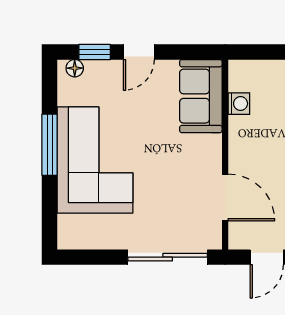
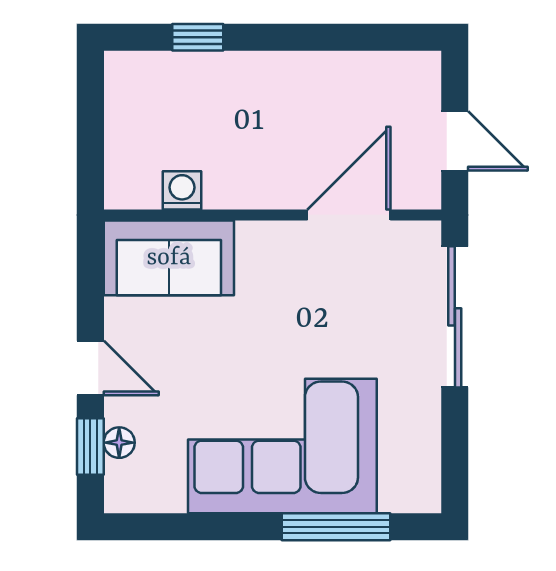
floor lamp: (75, 68) -> (119, 443), moved
window: (50, 145) -> (336, 527), moved

